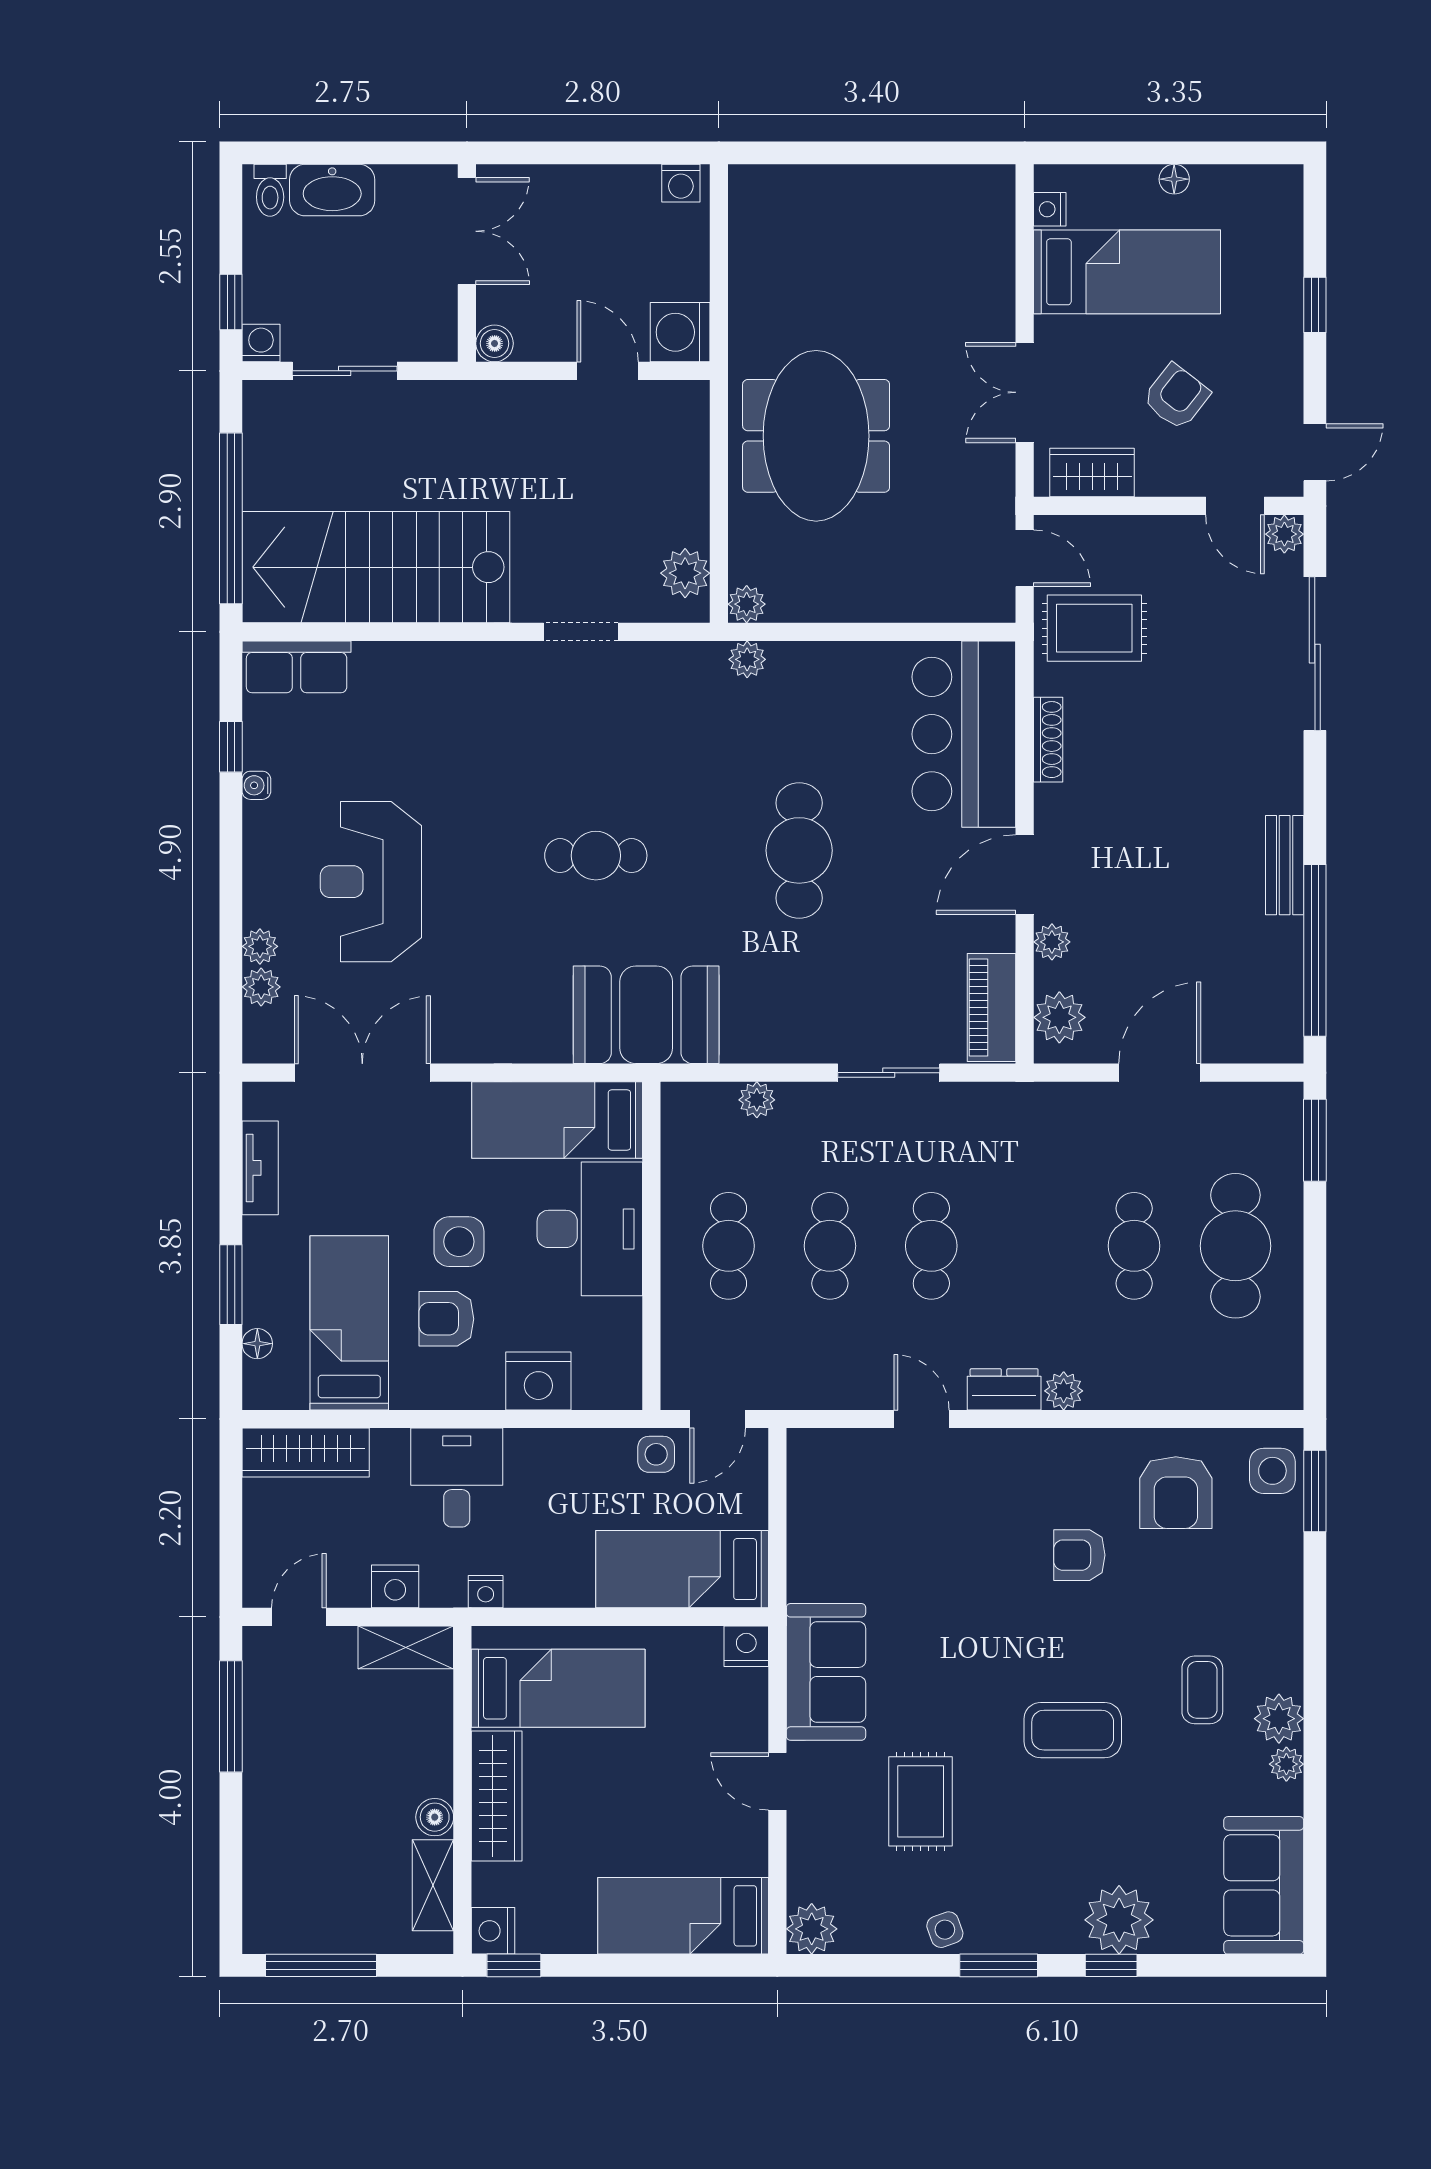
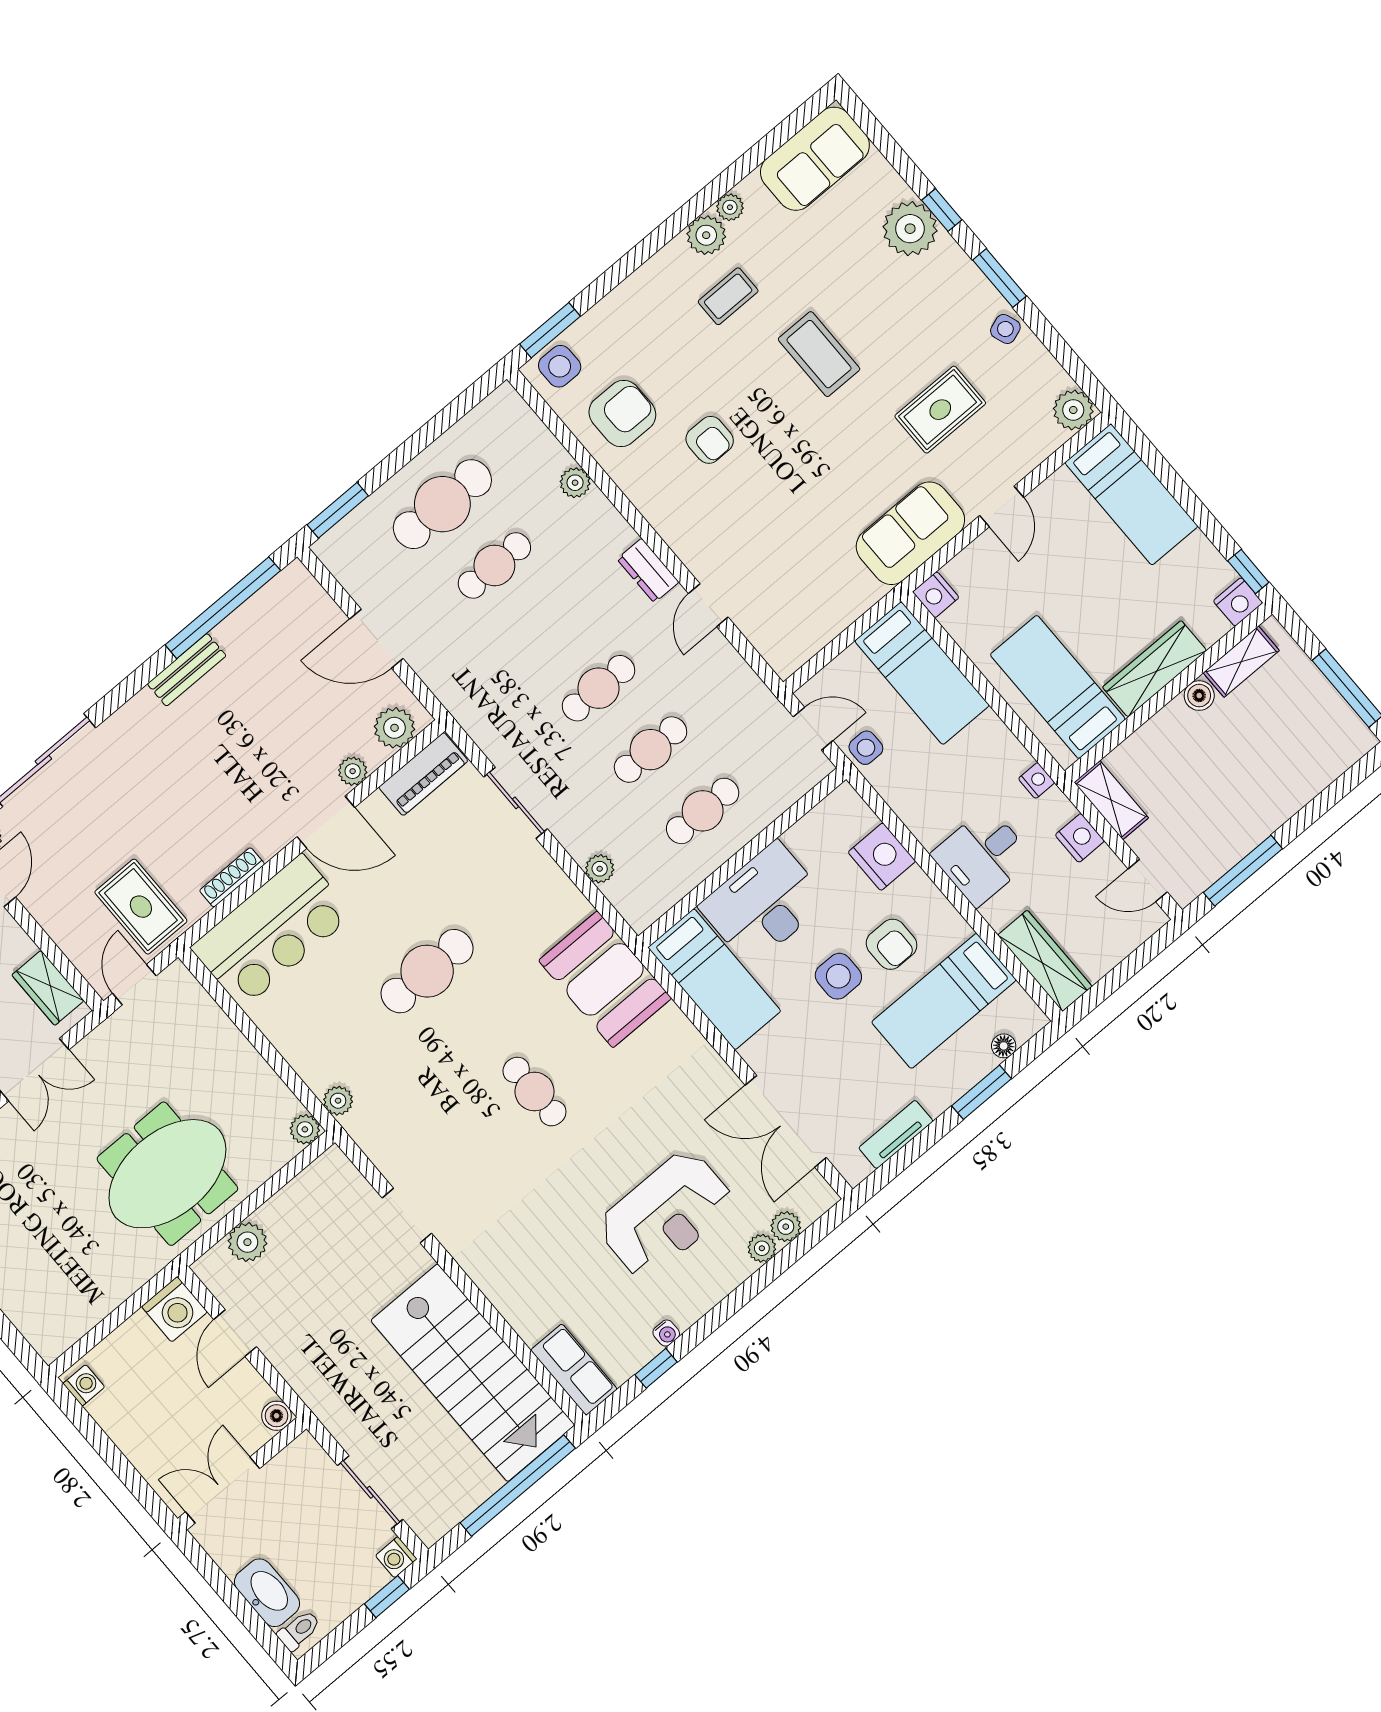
plant: (685, 573) -> (247, 1242), moved
plant: (1064, 1391) -> (575, 483), moved

